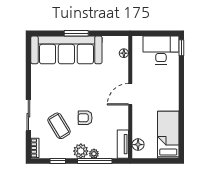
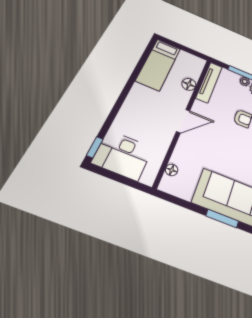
tv unit: (123, 144) -> (209, 82), width x1.41
floor lamp: (138, 145) -> (189, 84), moved

